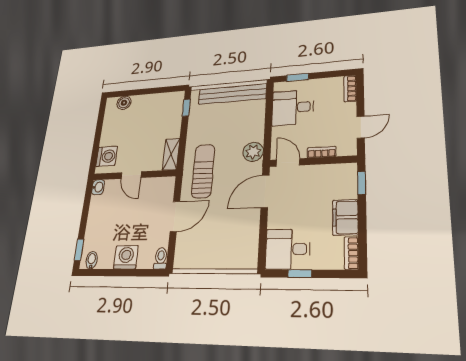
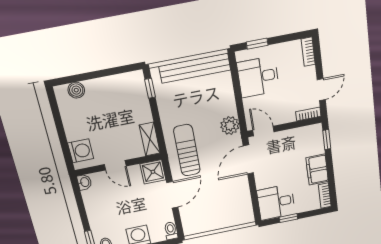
bookcase: (322, 152) -> (308, 114), moved
shower: (164, 188) -> (153, 172), added

